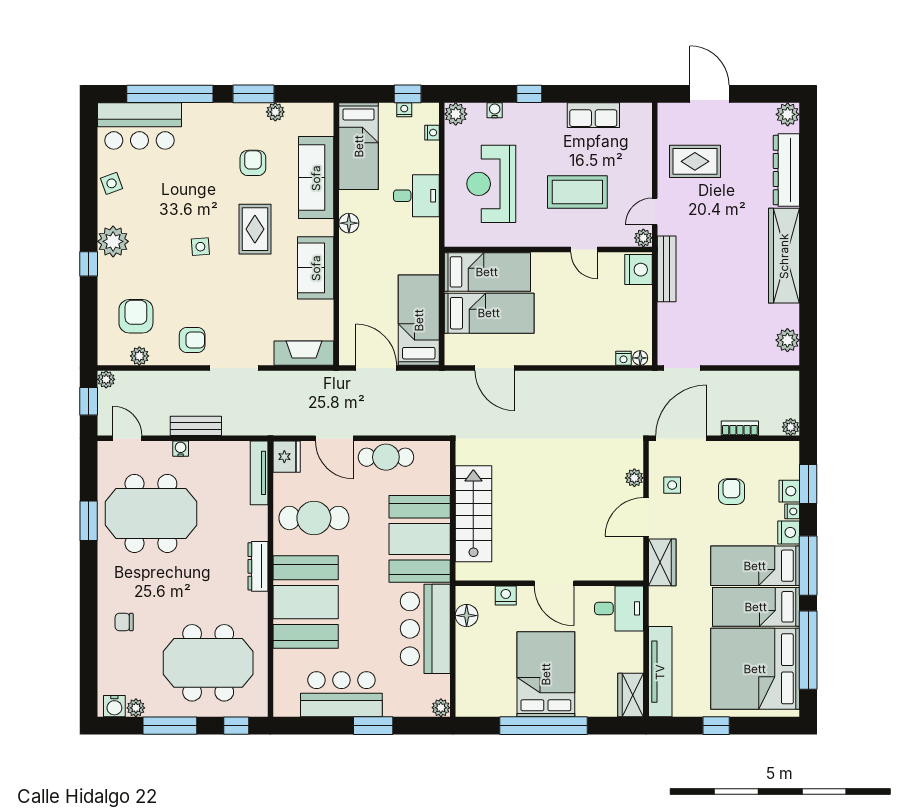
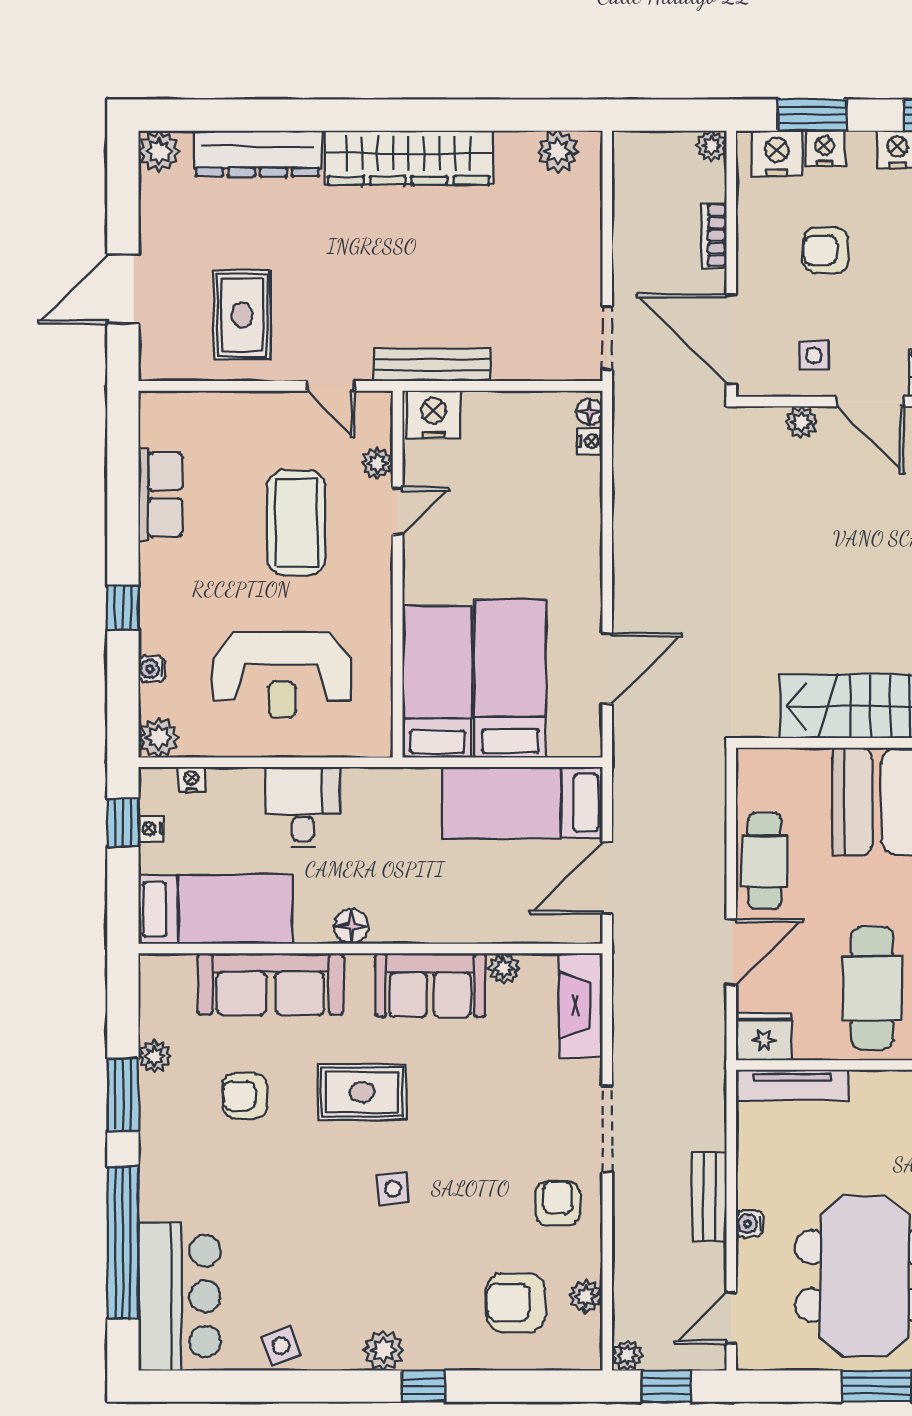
plant: (643, 238) -> (377, 463), moved
plant: (113, 241) -> (384, 1350), width x0.73, depth x0.73
plant: (325, 309) -> (504, 968), added
nightstand: (792, 511) -> (777, 153), moved, width x1.89, depth x1.79

